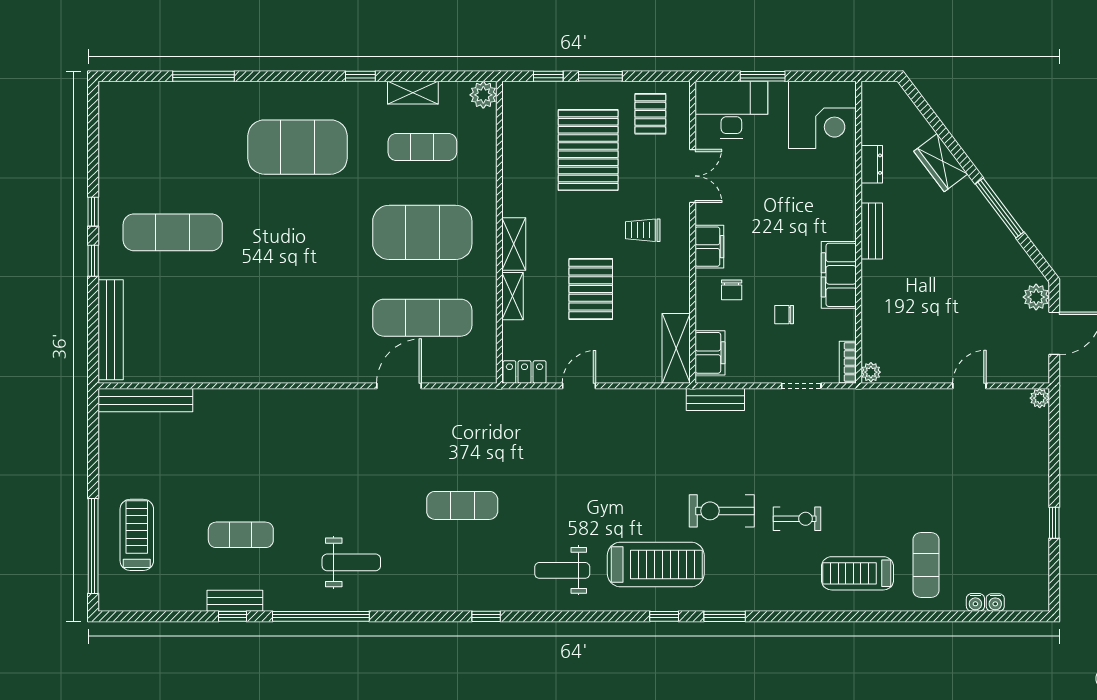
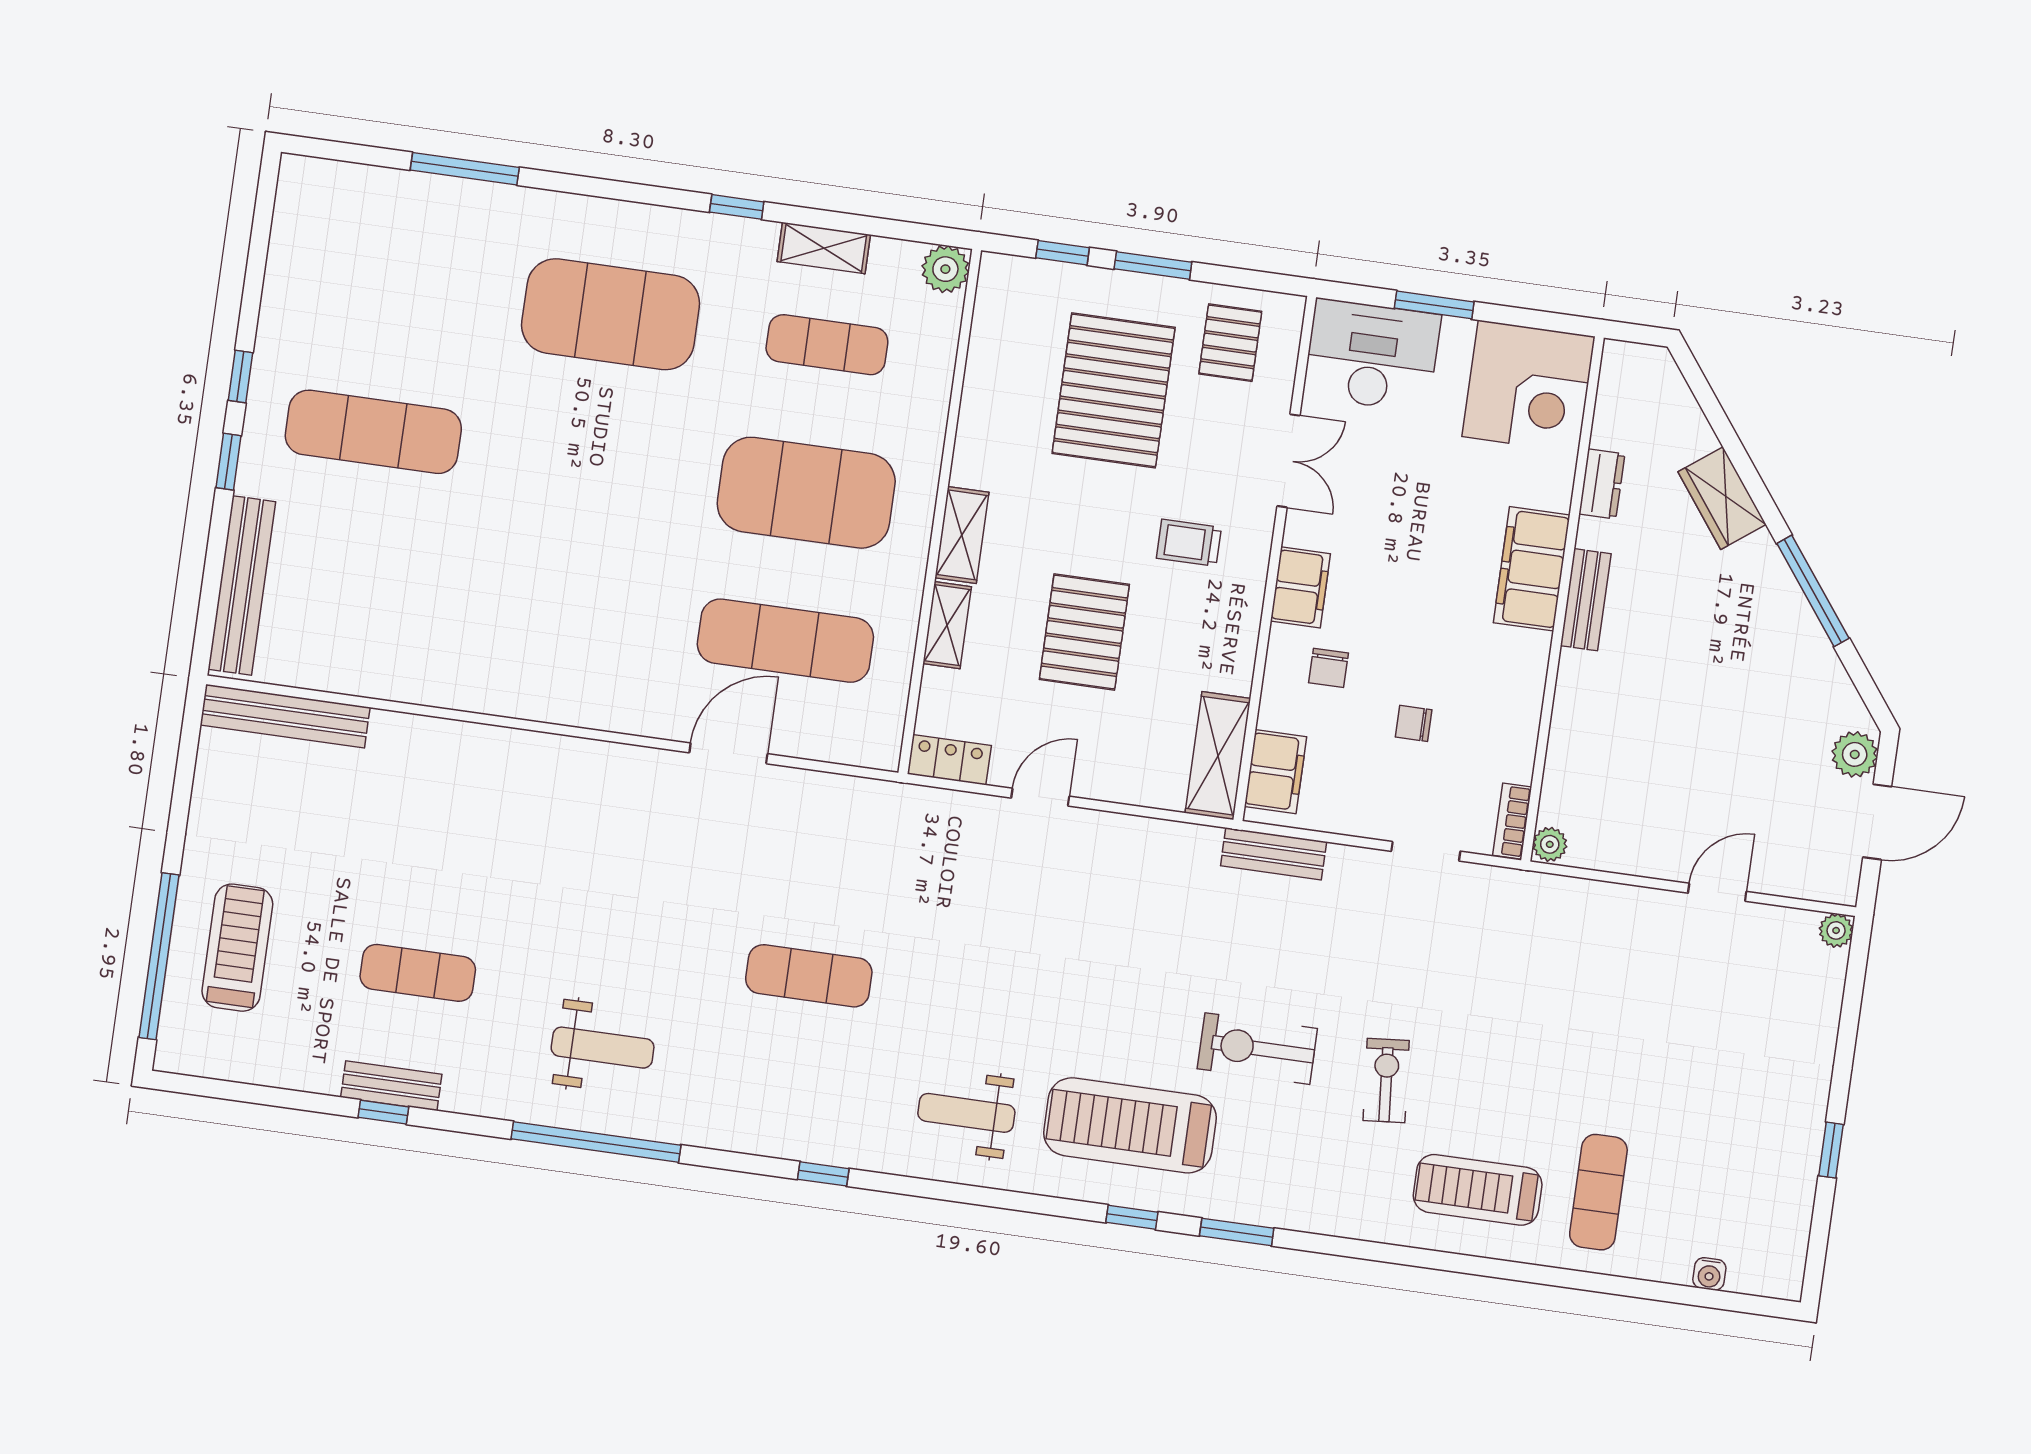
filing cabinet: (839, 275) -> (1532, 569), moved
exercise bike: (797, 519) -> (1386, 1080), turned -95
treadmill: (656, 564) -> (1130, 1125), turned 180
water cooler: (975, 602) -> (1675, 1269), removed
window: (321, 616) -> (596, 1142), moved

